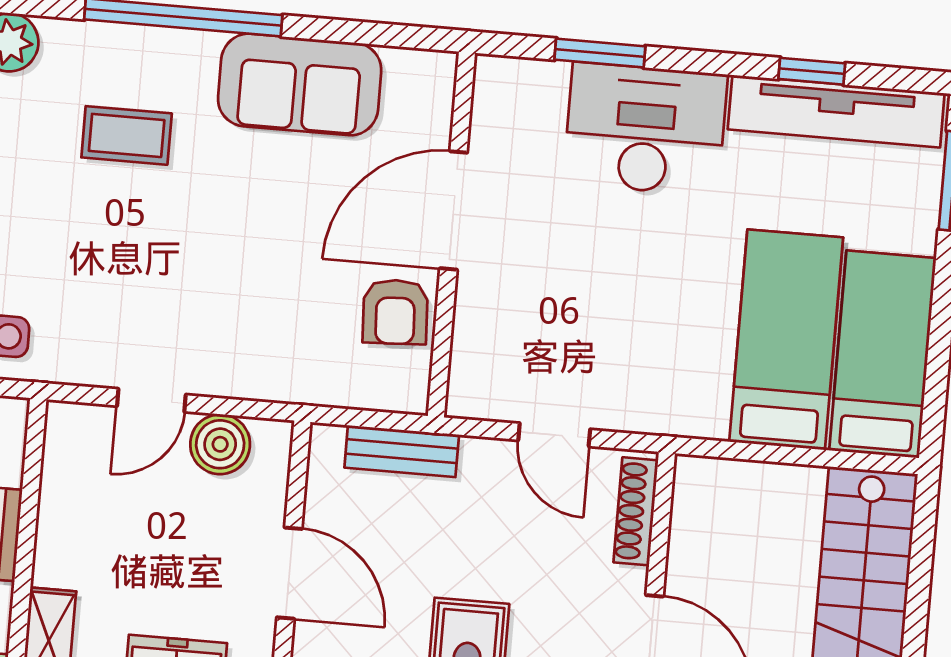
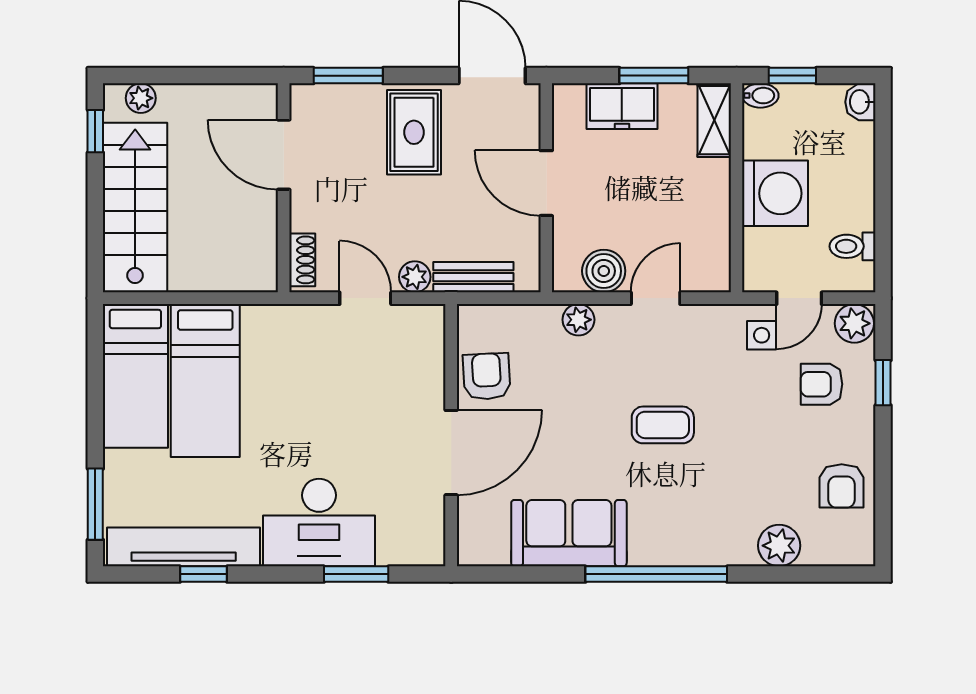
coffee table: (127, 135) -> (663, 425), moved
plant: (261, 380) -> (578, 320), added
plant: (483, 459) -> (415, 277), added
shoe rack: (636, 511) -> (302, 260), width x0.70

